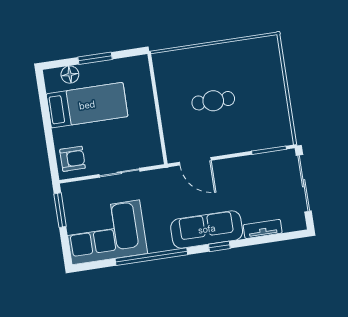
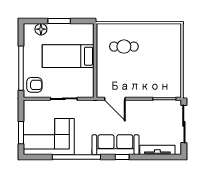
cafe table: (213, 101) -> (124, 47), moved
bed: (87, 105) -> (68, 56), moved, turned 180
window: (49, 137) -> (21, 68), added
window: (60, 210) -> (21, 133), moved
tv unit: (263, 229) -> (157, 150), width x1.41

